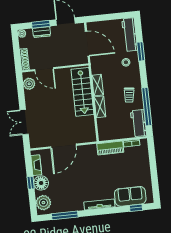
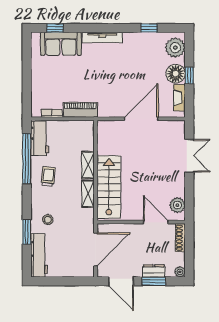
door: (87, 44) -> (96, 249), swing flipped
window: (65, 215) -> (149, 28), width x0.46

